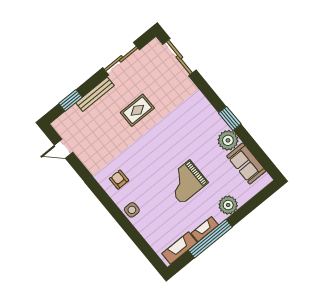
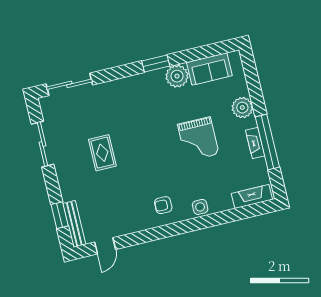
bench: (95, 94) -> (74, 224), moved
fireplace: (179, 248) -> (252, 196), moved, turned 90

